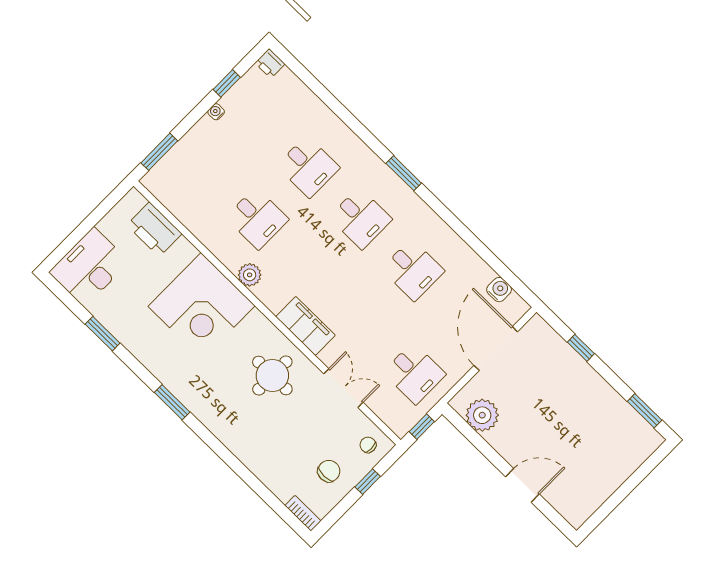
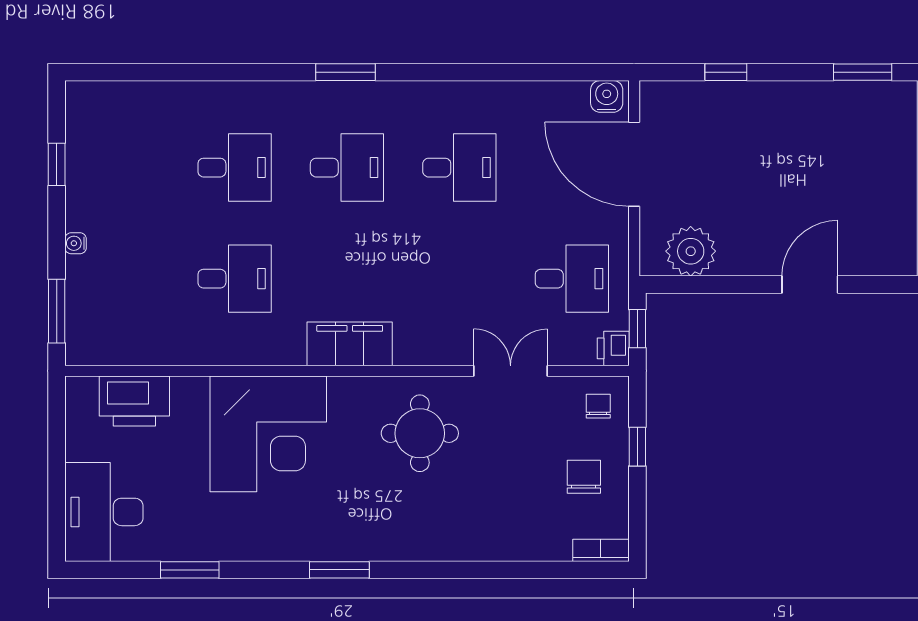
printer: (270, 63) -> (613, 348), moved, turned 90
water cooler: (216, 112) -> (76, 243), moved
plant: (250, 275) -> (287, 348), removed
water cooler: (499, 290) -> (607, 96), moved
filing cabinet: (305, 326) -> (350, 344), moved
chair: (368, 445) -> (598, 406), turned 90

